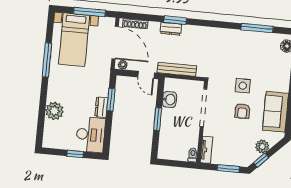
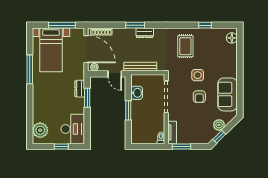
window: (257, 28) -> (205, 25), width x0.46
dresser: (171, 29) -> (145, 33), moved
rug: (232, 50) -> (185, 46), added
dresser: (101, 107) -> (80, 89), moved
plant: (54, 111) -> (40, 130), moved
window: (228, 169) -> (181, 146), moved

